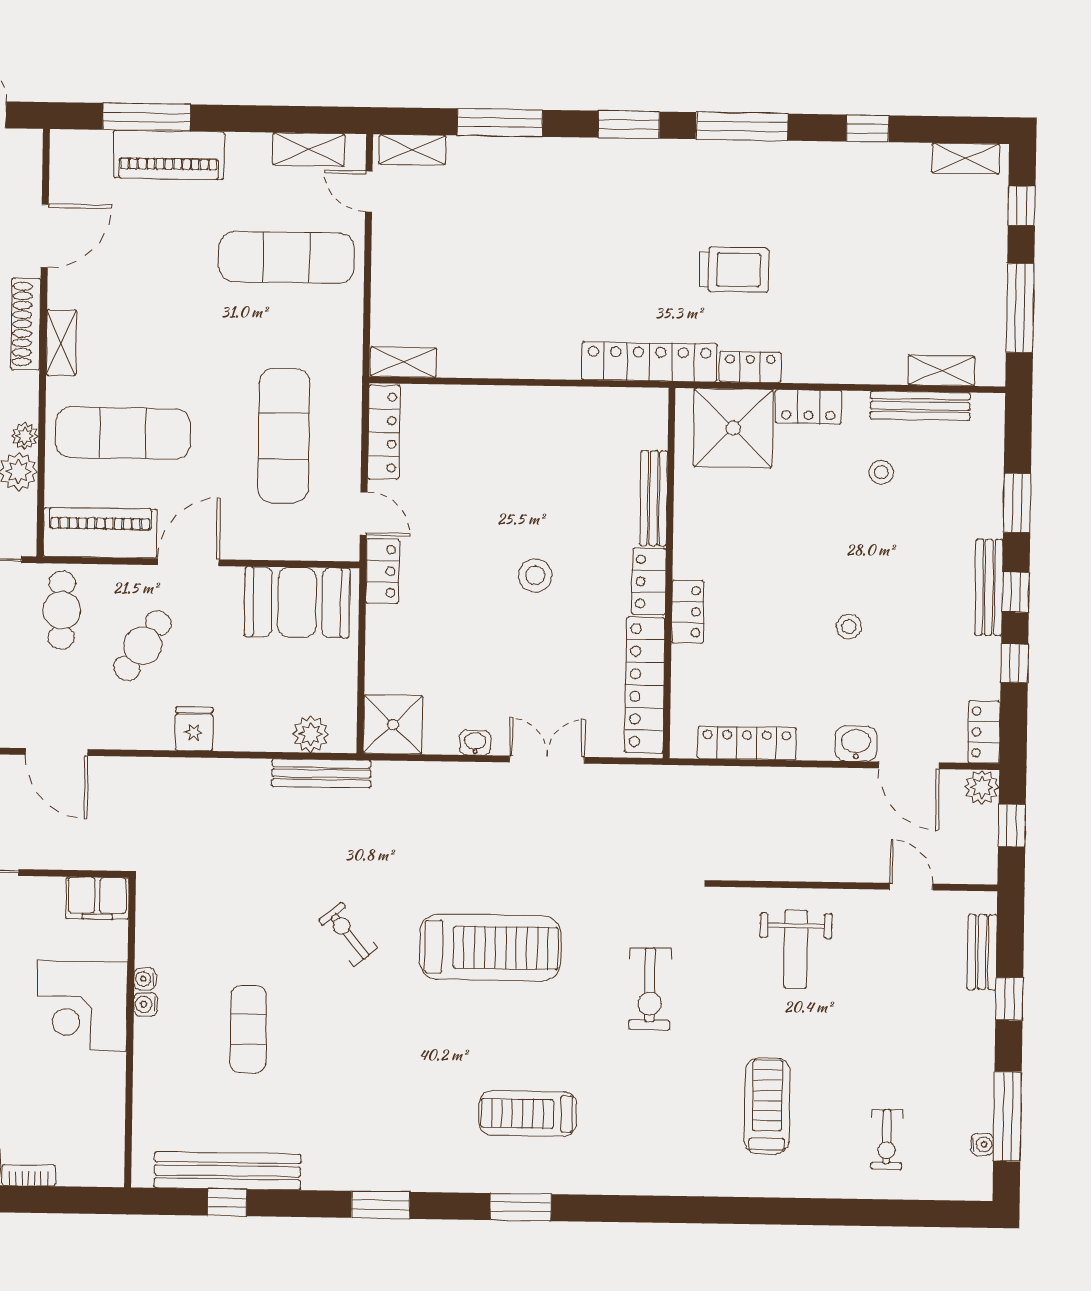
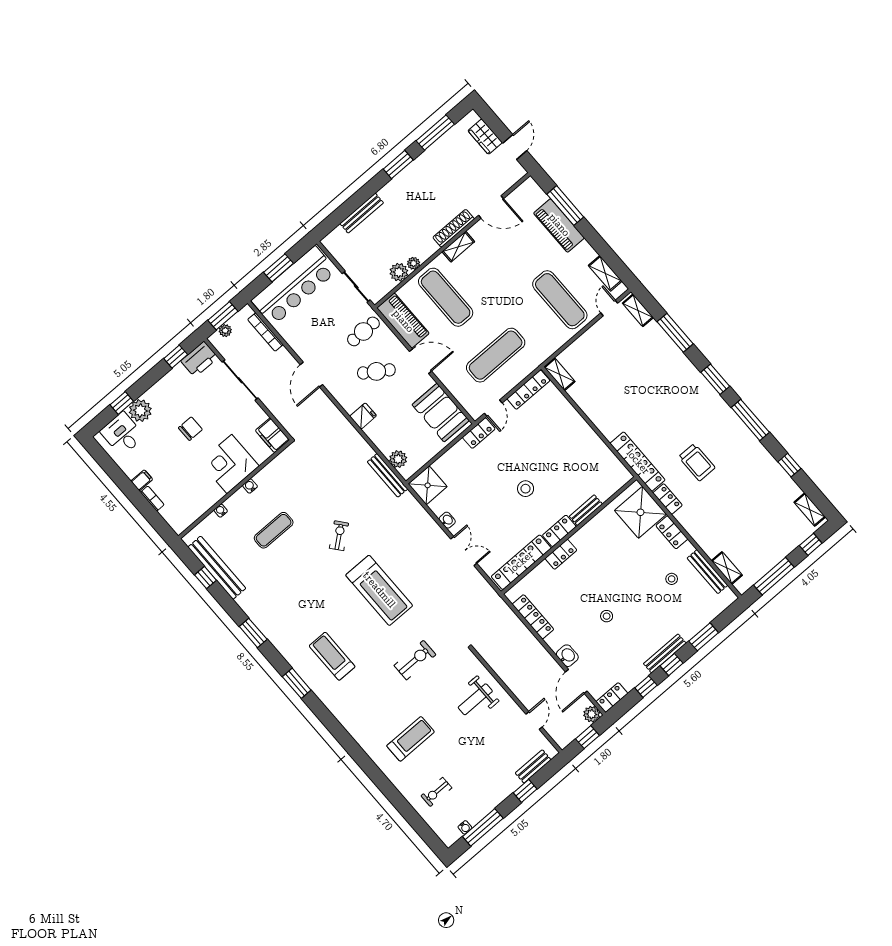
bench: (654, 498) -> (586, 510), width x0.73
water cooler: (145, 979) -> (221, 511), moved
exercise bike: (650, 989) -> (415, 660), turned 180

